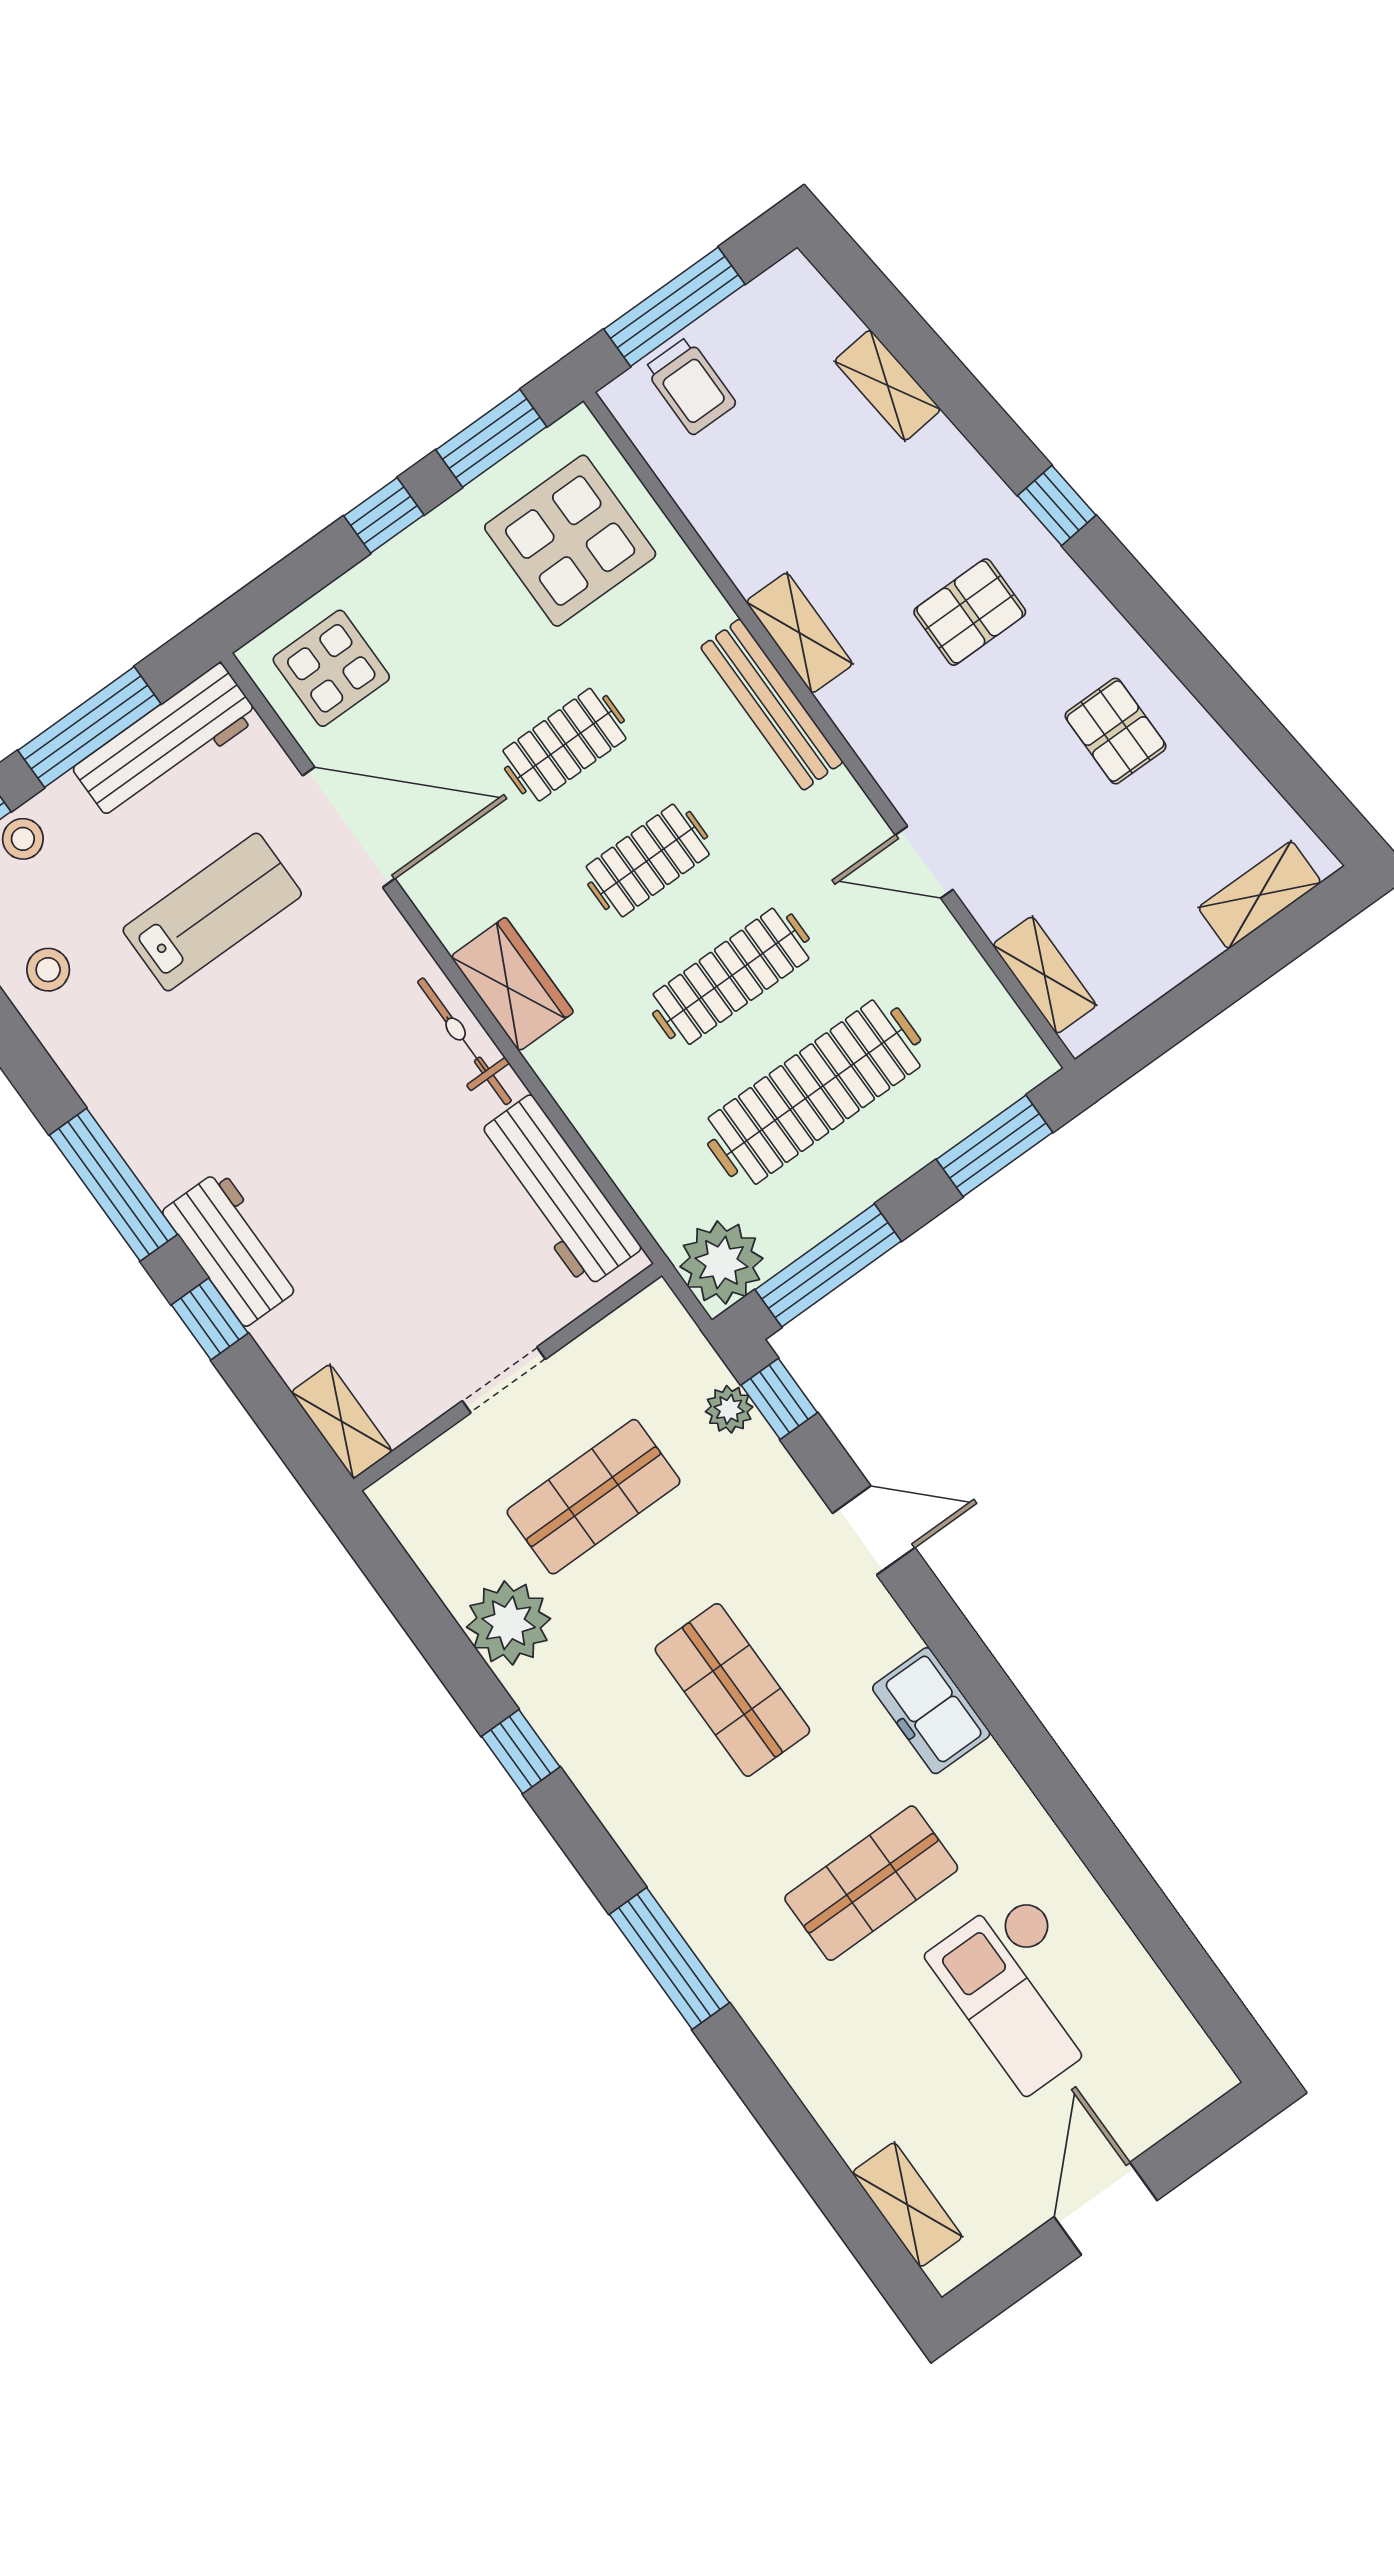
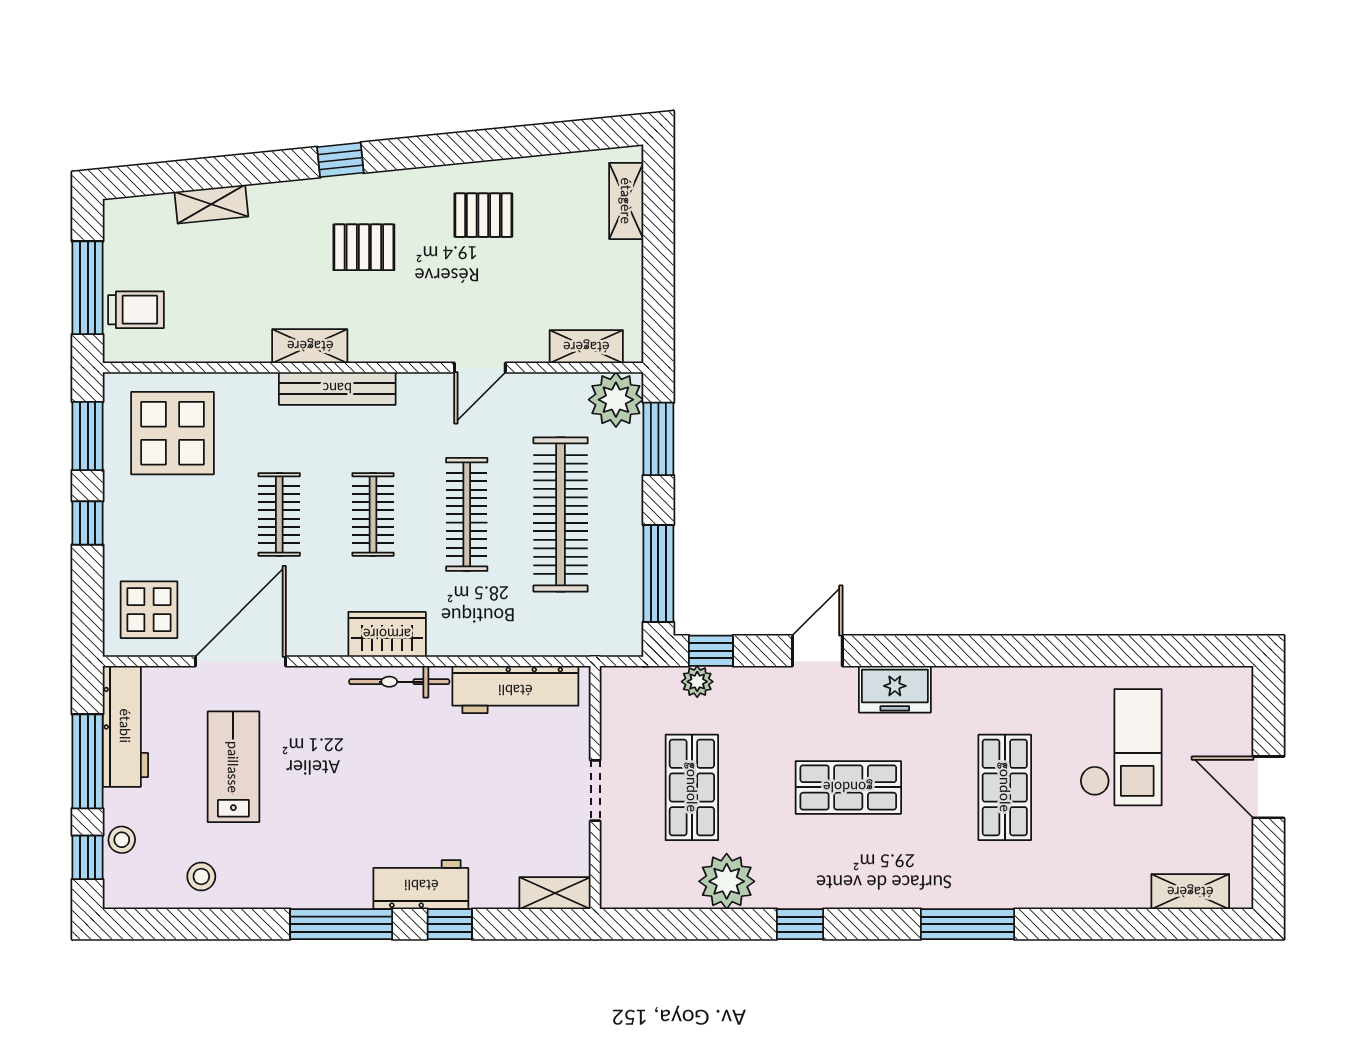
pallet: (970, 612) -> (364, 247), turned 90
plant: (721, 1262) -> (616, 400), moved
freezer: (931, 1711) -> (895, 689), moved
checkout: (1024, 1991) -> (1121, 747), turned -90

